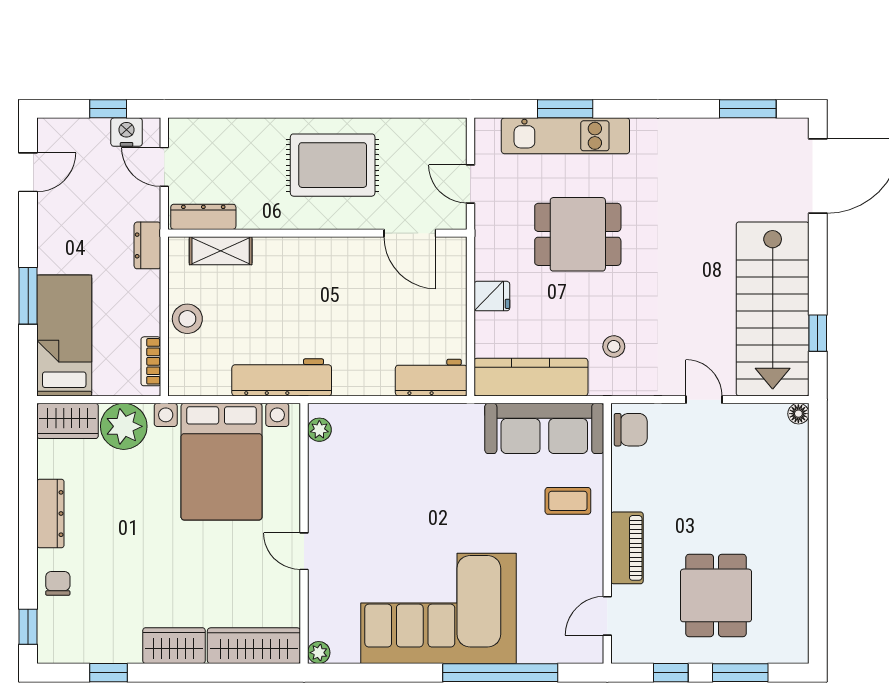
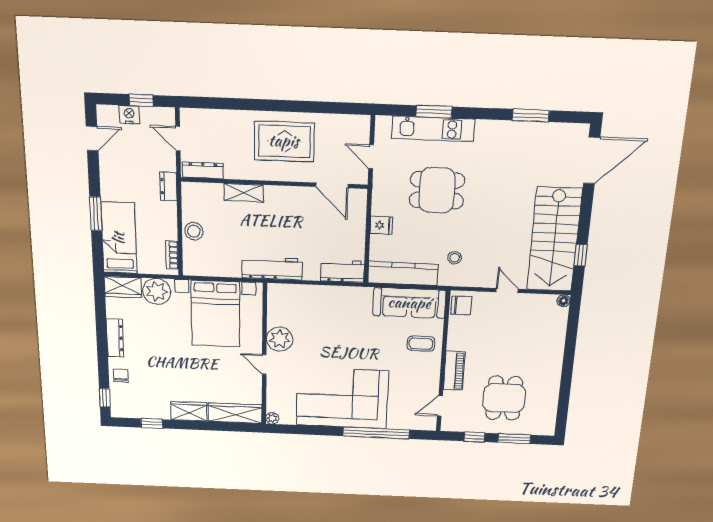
window: (748, 109) -> (531, 115), moved
nightstand: (127, 132) -> (129, 115), moved
shelving: (221, 251) -> (244, 193), moved
workbench: (282, 377) -> (272, 268), moved
plant: (319, 430) -> (280, 339), moved, width x1.88, depth x1.88

